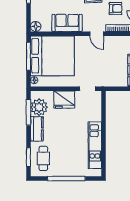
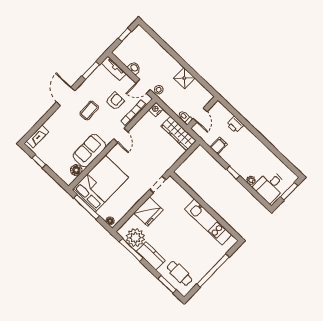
floor lamp: (36, 26) -> (76, 170), moved
door: (97, 34) -> (121, 135), hinge flipped
bed: (52, 56) -> (100, 184), width x0.73

